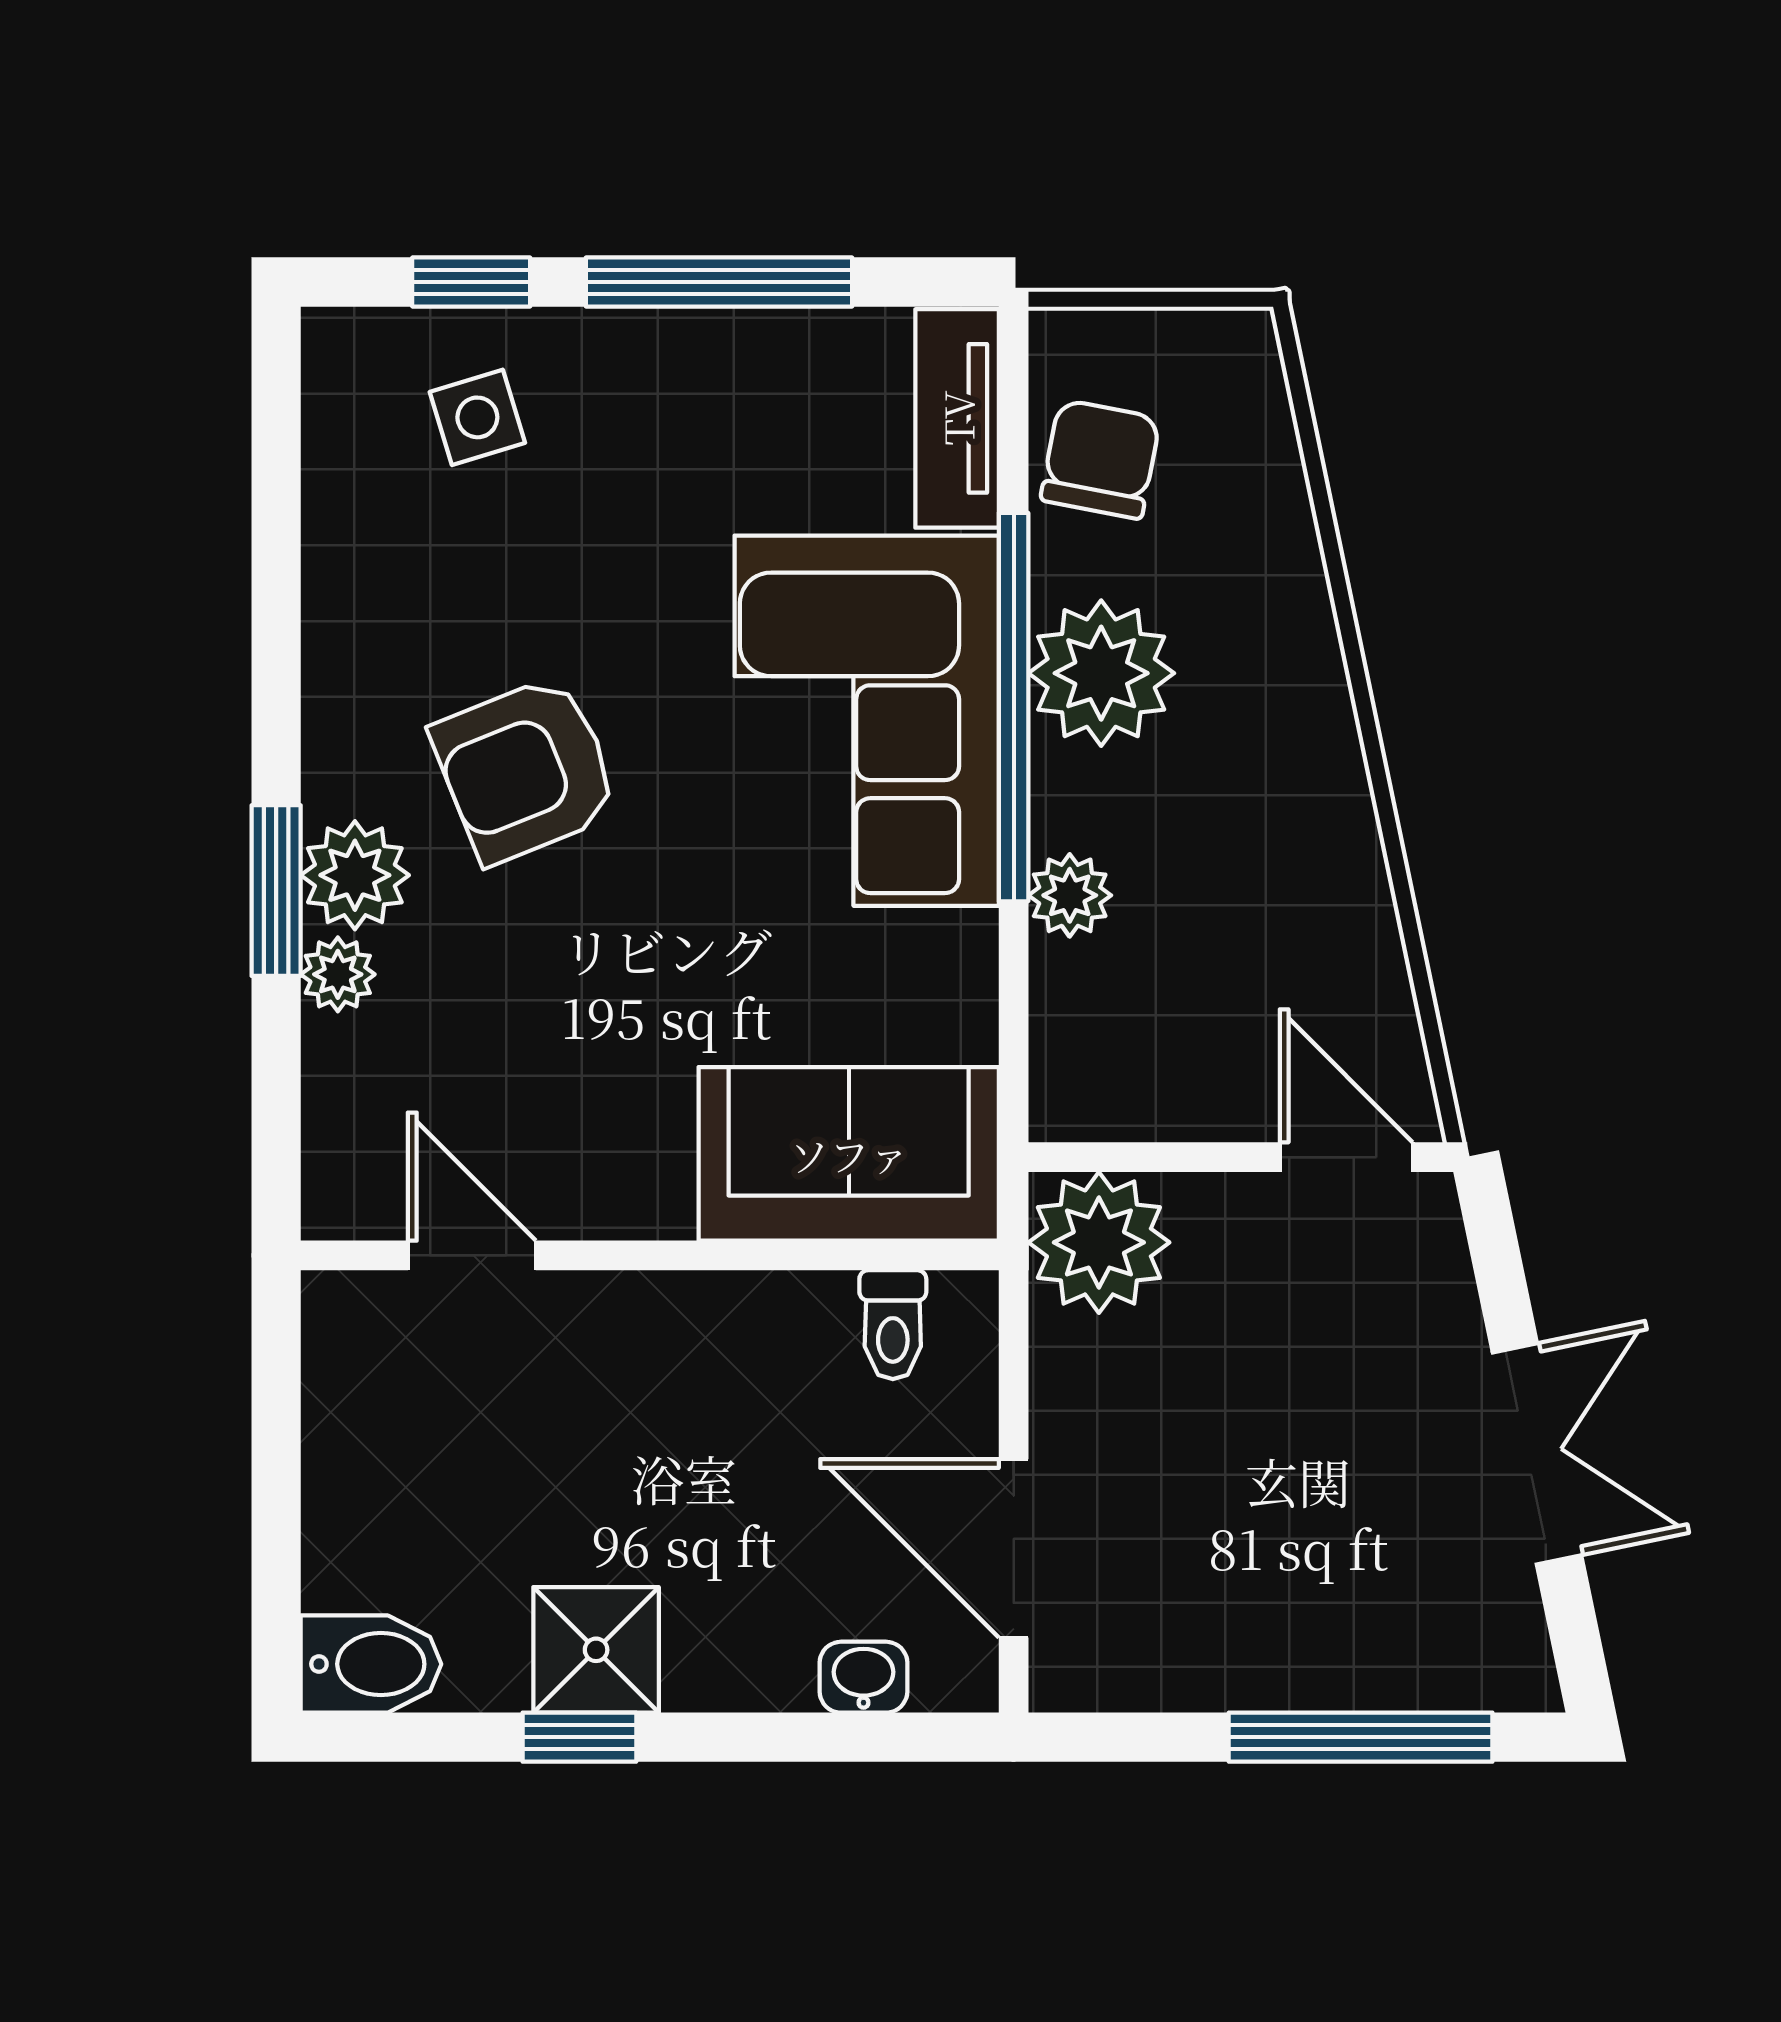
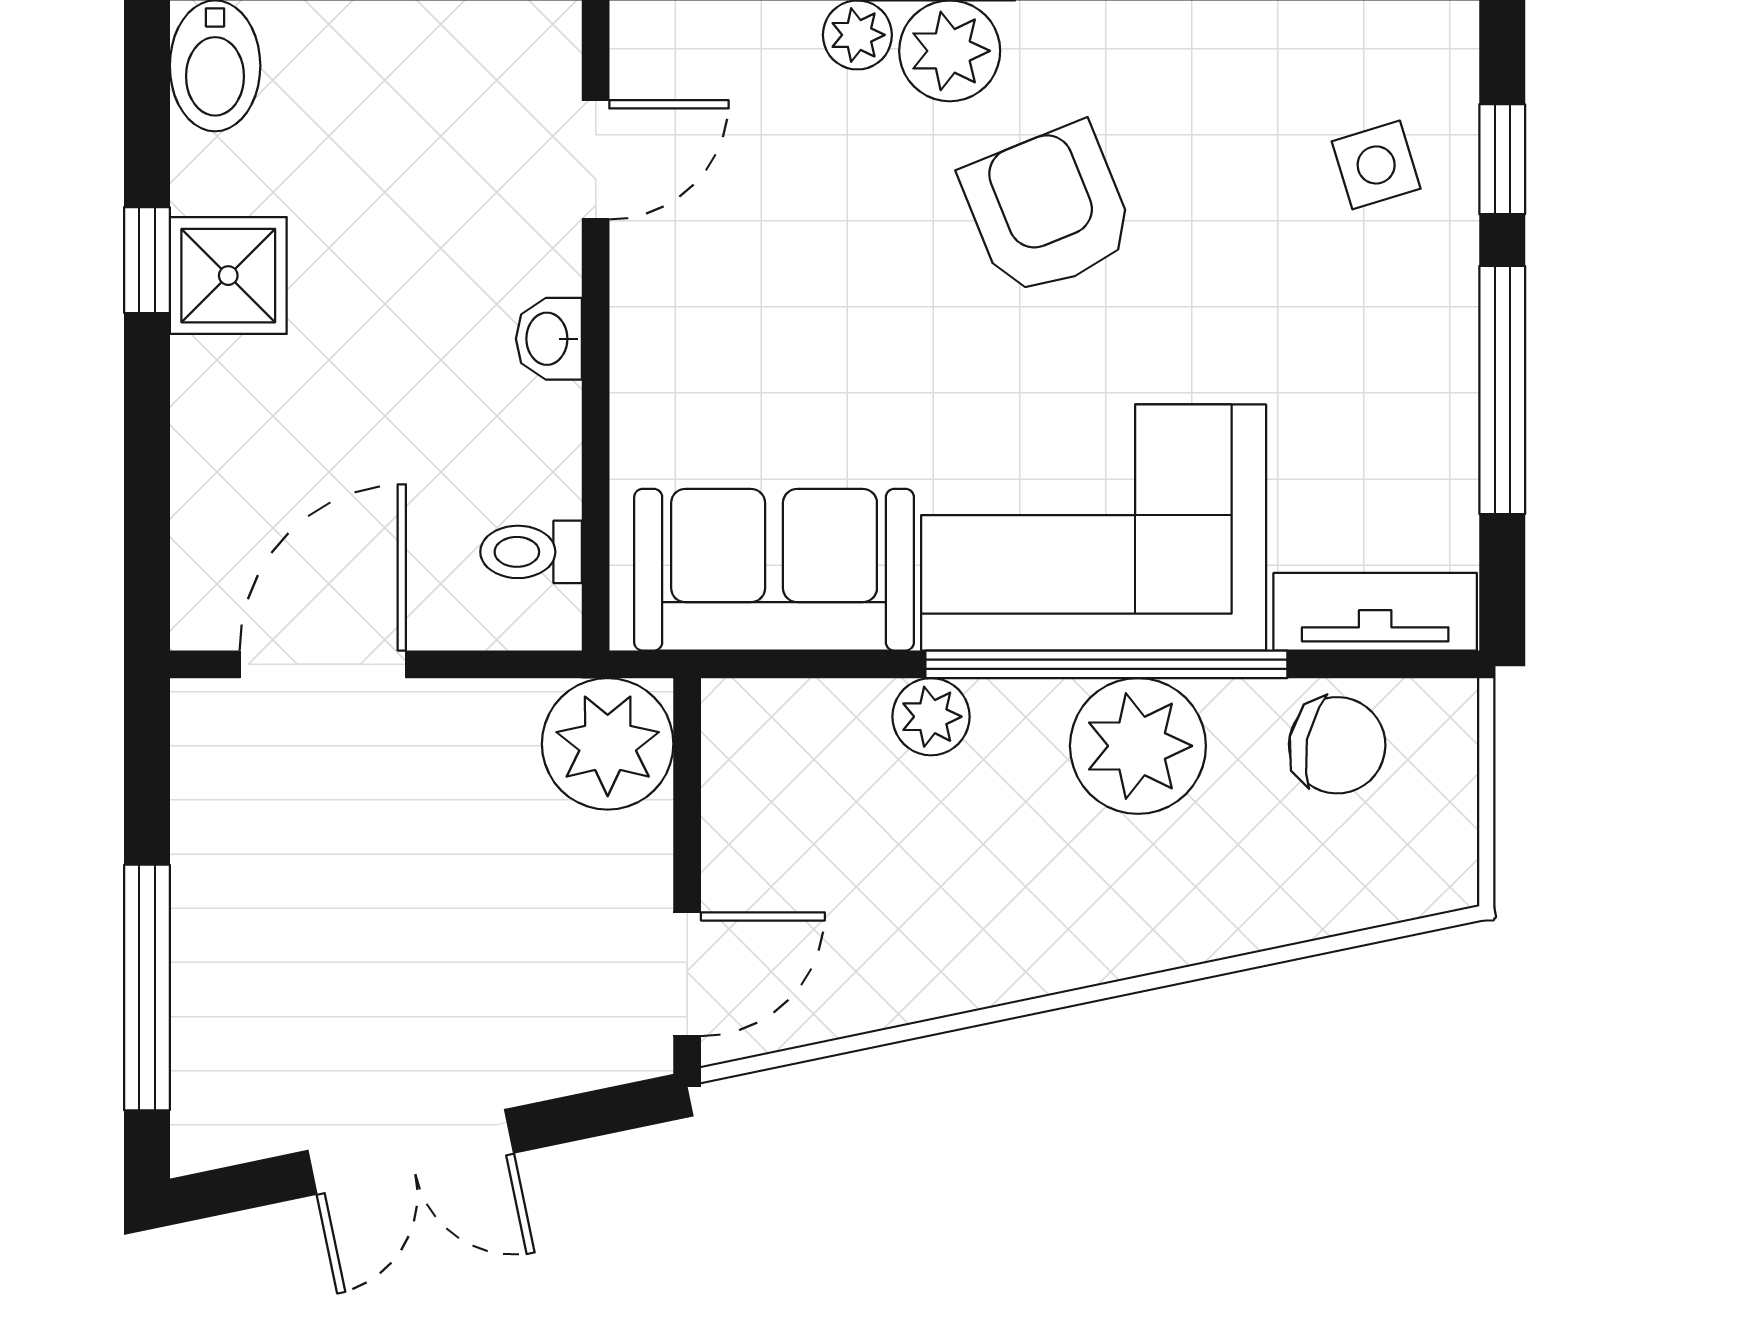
sofa: (849, 1154) -> (774, 570), moved, turned -90
washbasin: (863, 1677) -> (549, 339), moved, turned 180

